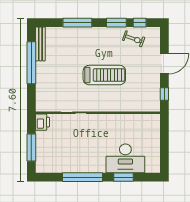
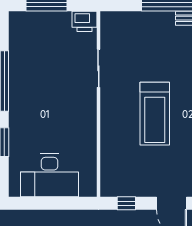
desk: (125, 158) -> (49, 175), moved, turned -90

